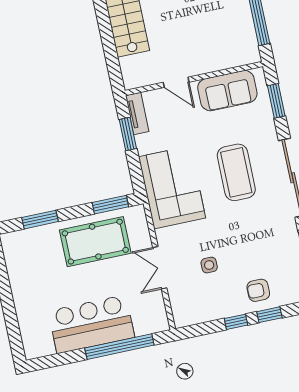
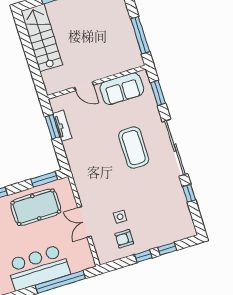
tv unit: (137, 114) -> (62, 126), moved
corner sofa: (172, 187) -> (88, 163), removed
armchair: (258, 290) -> (124, 239), moved

